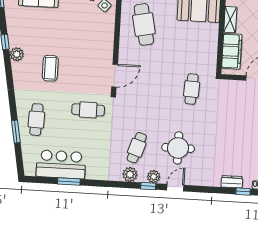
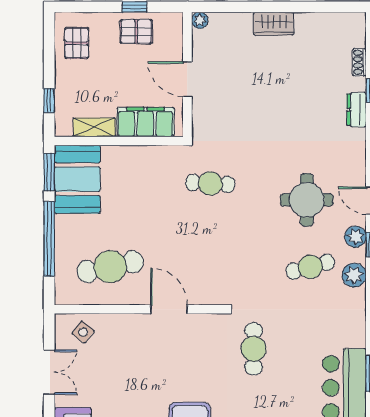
door: (115, 76) -> (169, 309), moved
cafe table: (137, 148) -> (310, 267), turned -33

